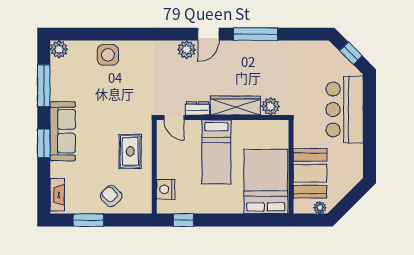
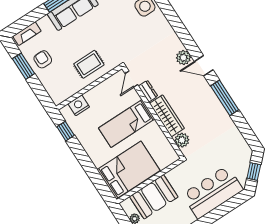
armchair: (111, 196) -> (43, 59), moved, turned -45

